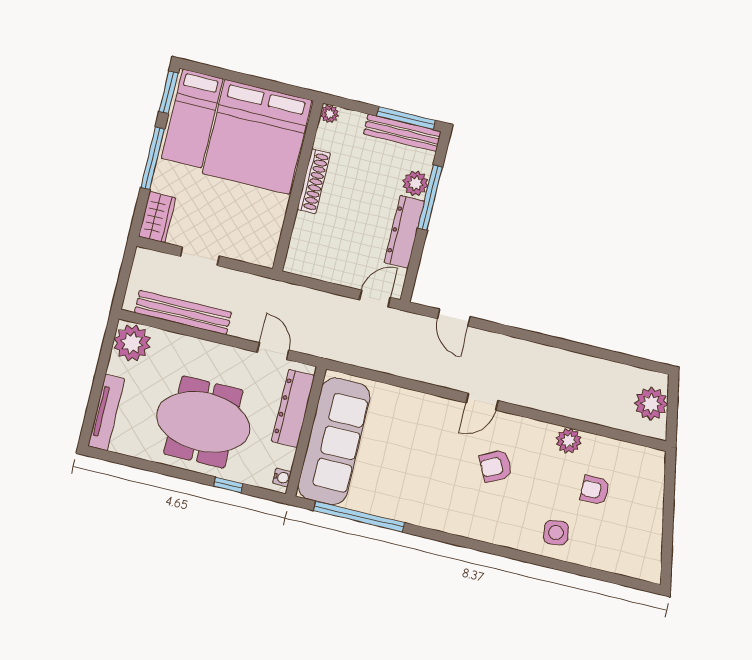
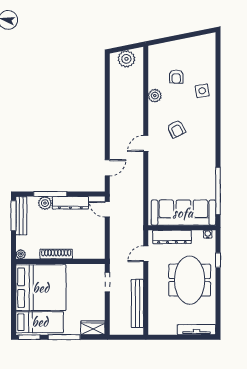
doorway: (200, 256) -> (107, 282), moved
plant: (132, 343) -> (159, 325), removed
door: (482, 402) -> (146, 143), swing flipped

